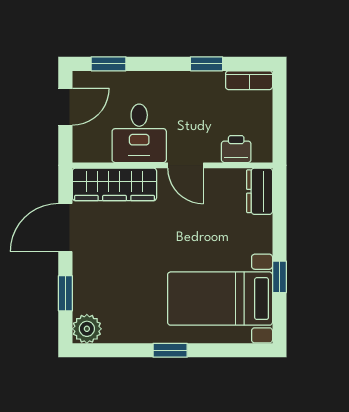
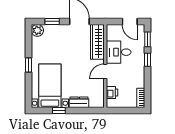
window: (206, 64) -> (148, 60), moved
dresser: (260, 191) -> (79, 102), moved

